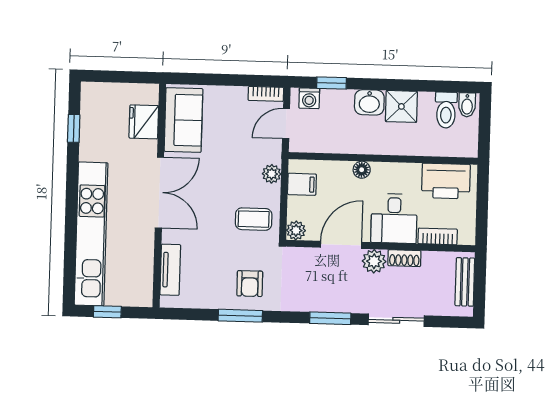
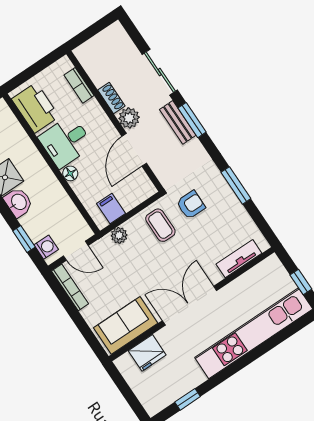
bookcase: (266, 94) -> (70, 287), width x1.56
desk: (394, 218) -> (66, 142), moved, turned 180
plant: (296, 230) -> (147, 189), removed
door: (341, 245) -> (134, 150), hinge flipped
bench: (465, 282) -> (178, 122), moved, turned 90
armchair: (250, 284) -> (191, 205), moved

